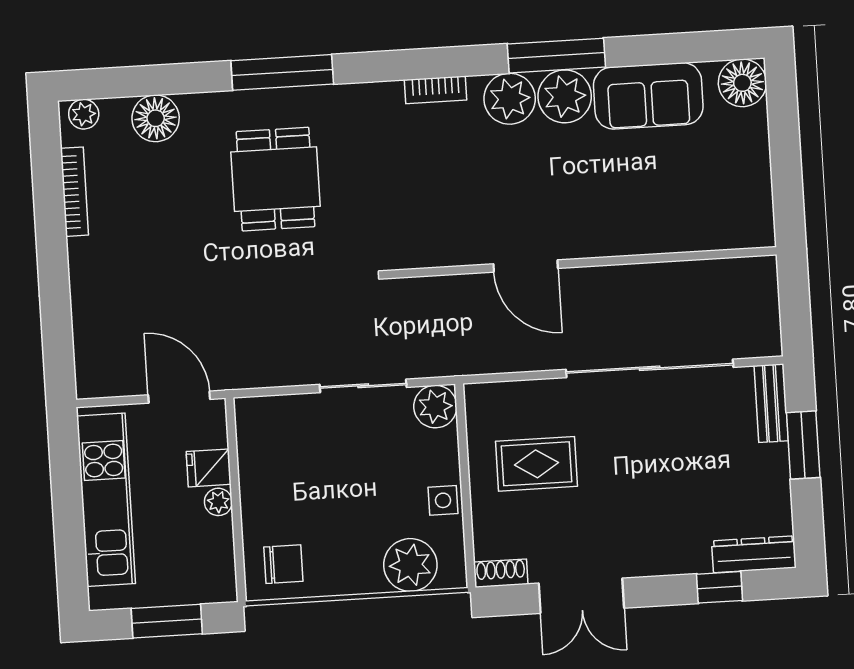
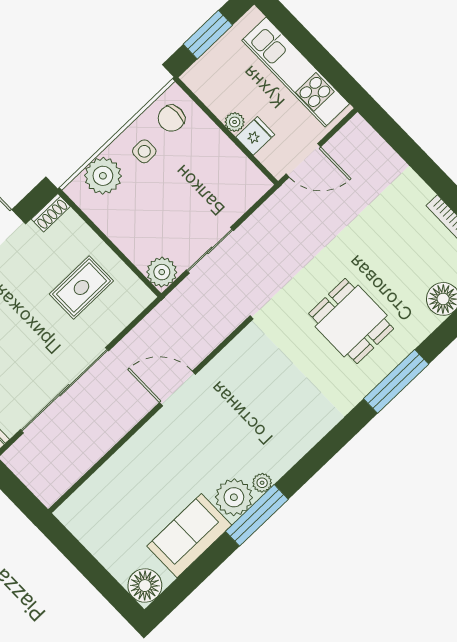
bookcase: (436, 90) -> (306, 442), removed
plant: (510, 99) -> (262, 483), width x0.53, depth x0.53
side table: (443, 500) -> (144, 151), moved

